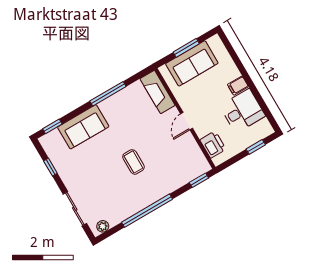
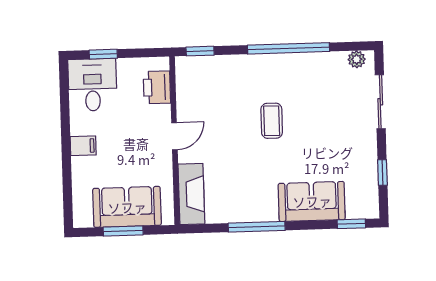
desk: (242, 111) -> (93, 85), moved, turned 90

